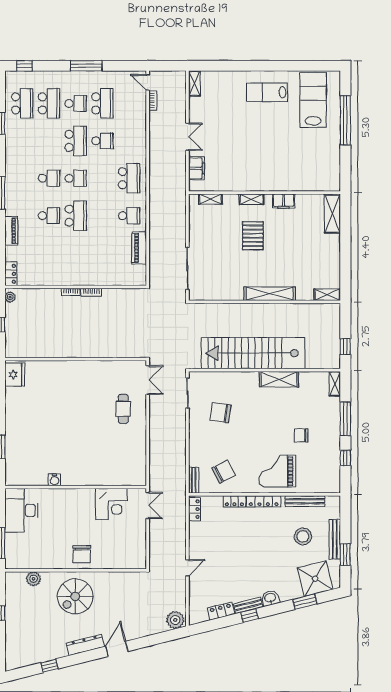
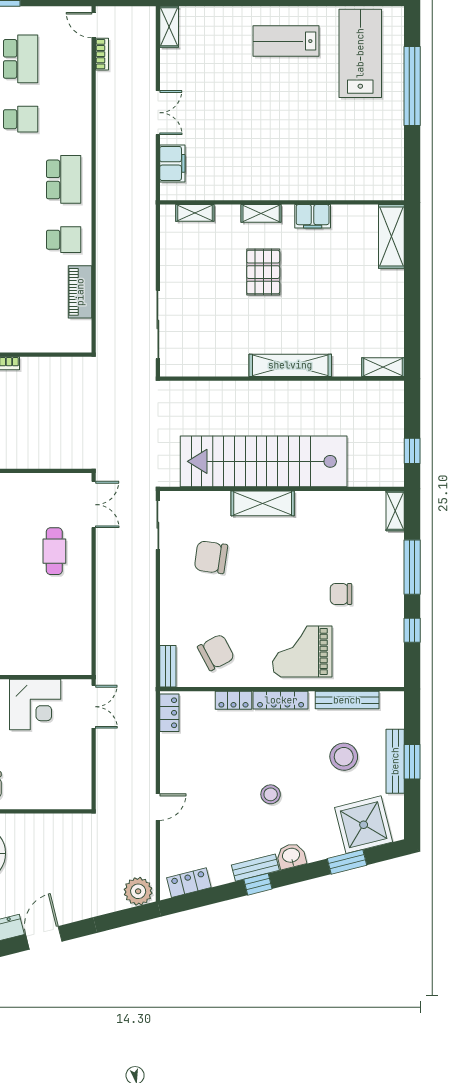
shelving: (279, 379) -> (263, 503), moved
window: (345, 555) -> (412, 762), moved
stool: (257, 560) -> (271, 794), added
locker: (221, 611) -> (189, 883), moved

